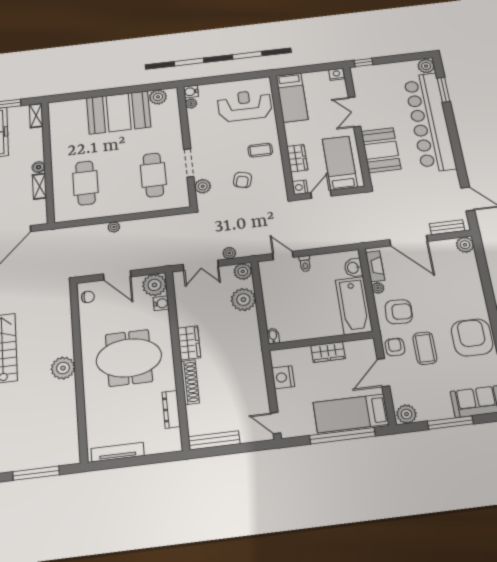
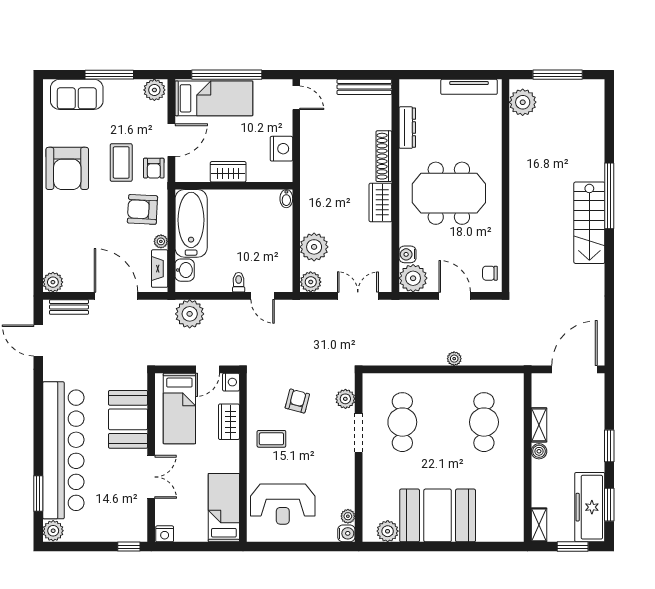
plant: (229, 253) -> (190, 314), moved, width x1.88, depth x1.88
plant: (63, 368) -> (523, 102), moved

